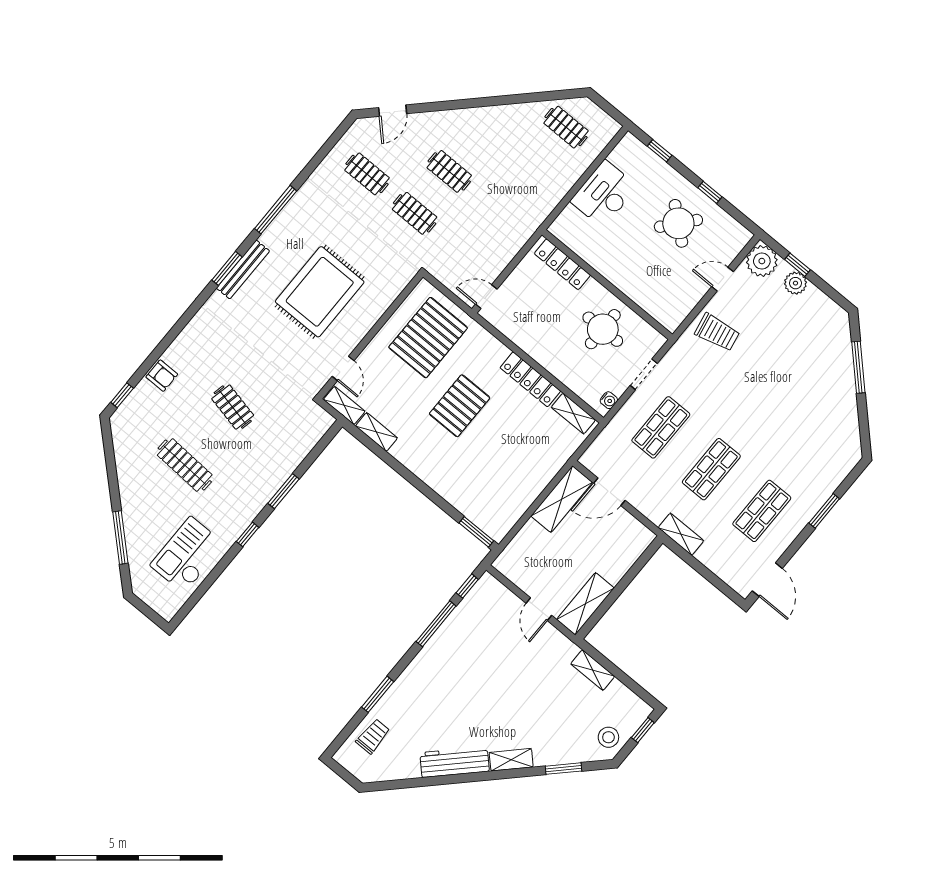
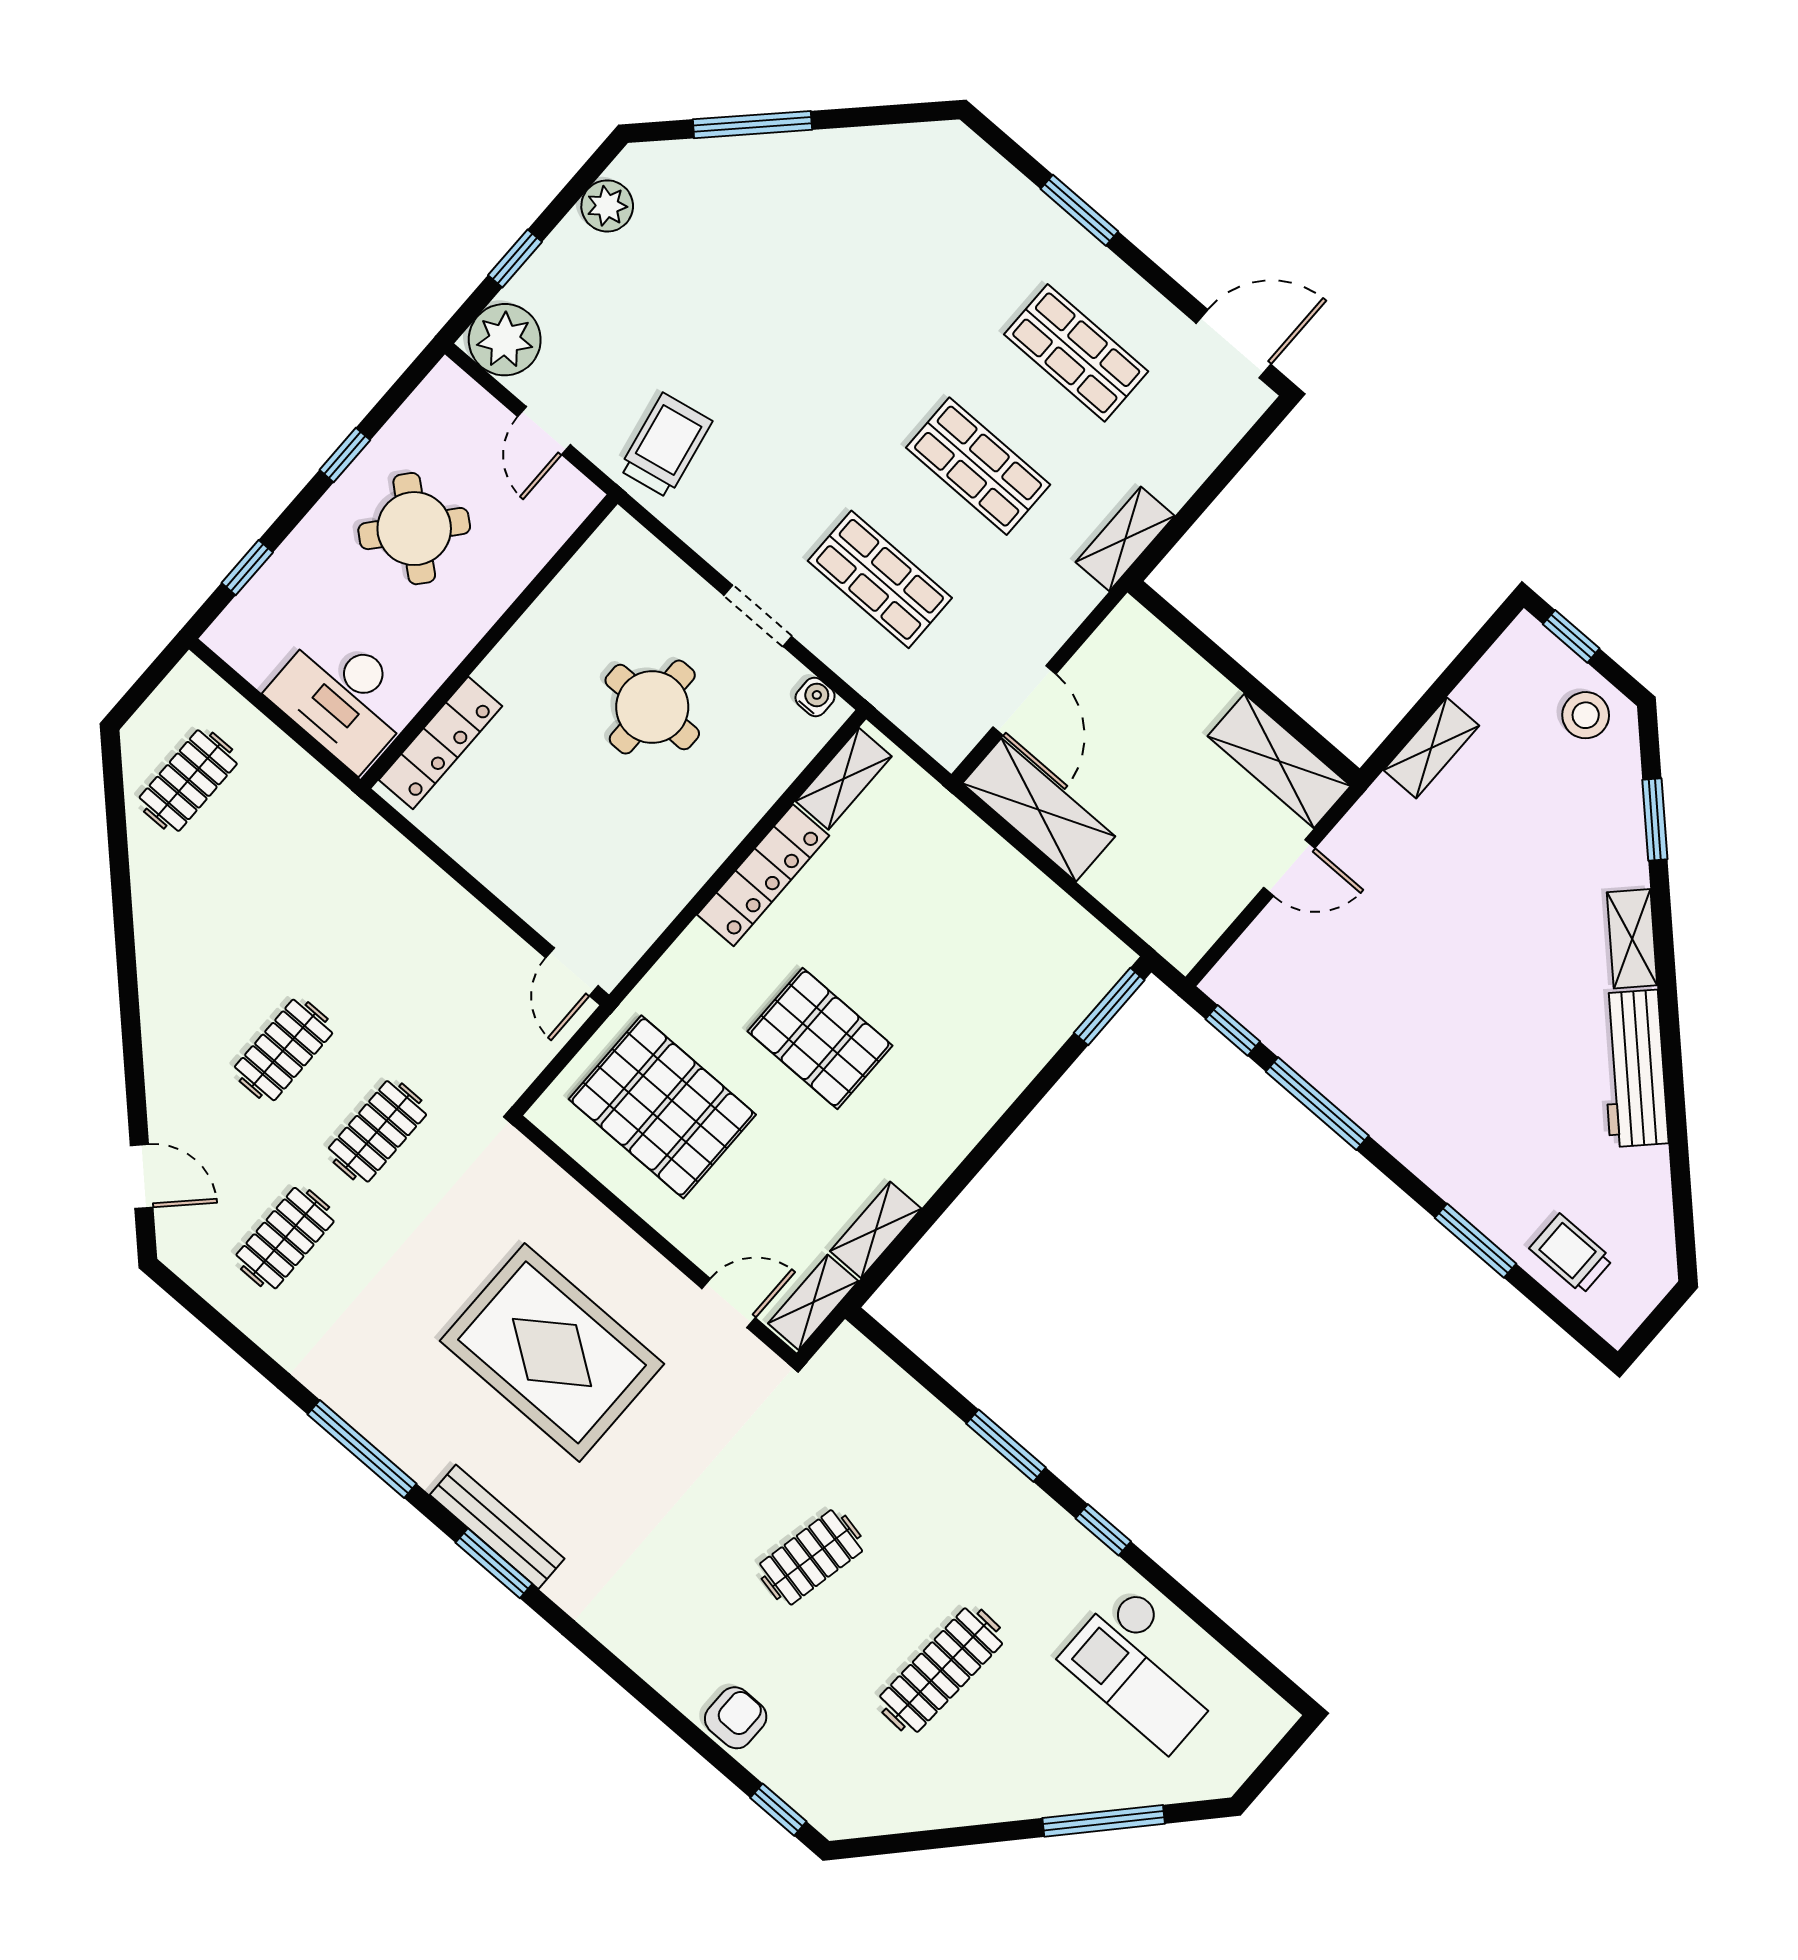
locker: (562, 264) -> (441, 743), moved
plant: (795, 283) -> (607, 206), moved
wall: (607, 284) -> (489, 642), moved

